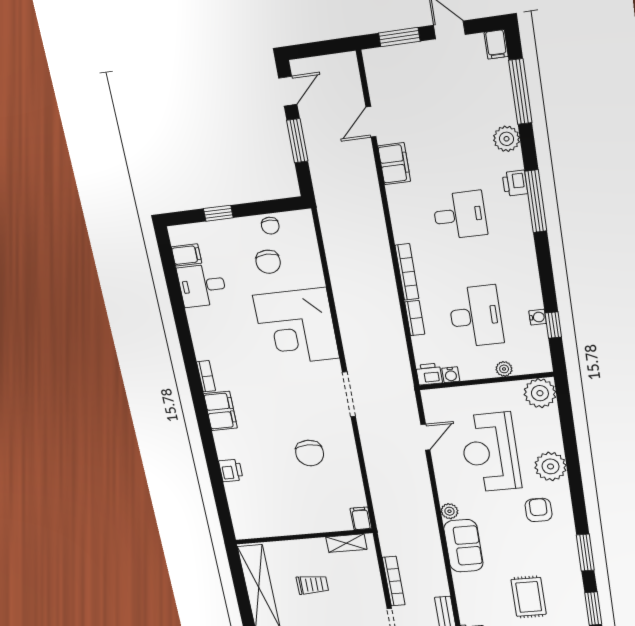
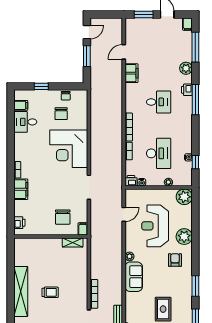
filing cabinet: (361, 518) -> (83, 229), moved
wall: (304, 536) -> (51, 237), moved
shelving: (346, 543) -> (73, 242), moved

